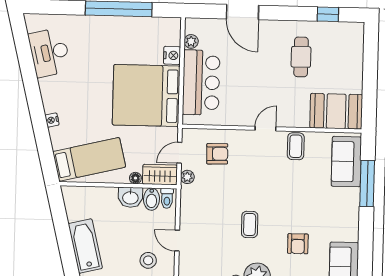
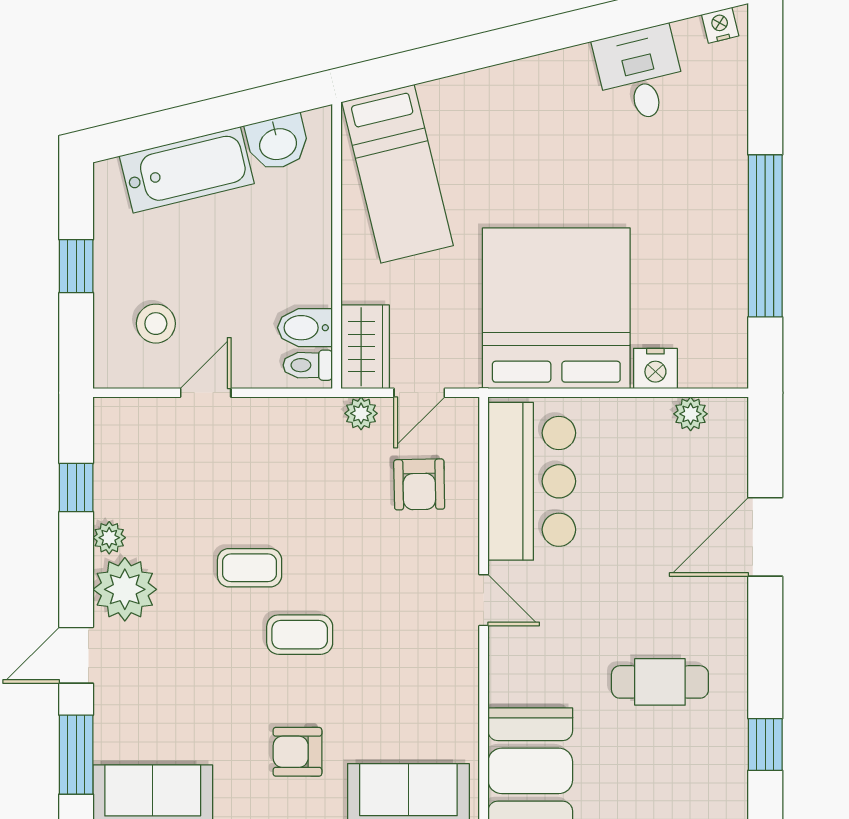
desk: (50, 52) -> (640, 74), width x0.73
bar counter: (201, 83) -> (532, 481), moved, turned -90
nightstand: (52, 120) -> (720, 25), moved
coffee table: (296, 146) -> (300, 635), moved
door: (179, 153) -> (419, 393), swing flipped
floor lamp: (135, 178) -> (355, 287), removed
washbasin: (130, 197) -> (278, 143), moved, turned -104
armchair: (298, 244) -> (297, 752), moved

